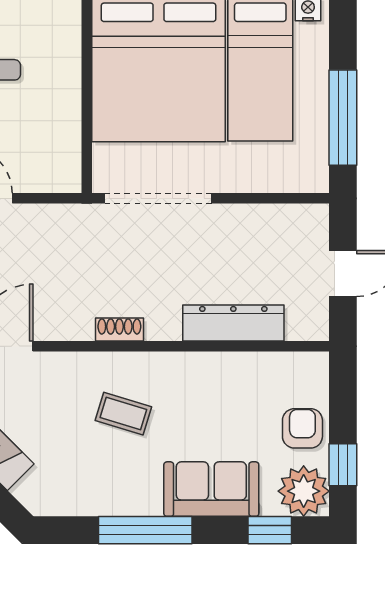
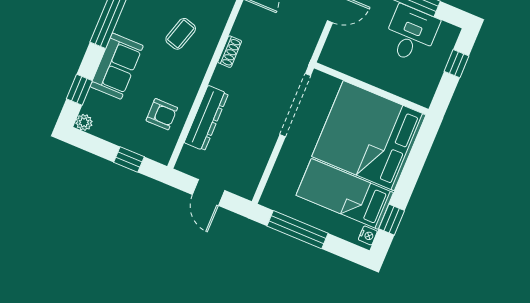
armchair: (302, 428) -> (162, 114), moved
window: (343, 465) -> (129, 159), moved
plant: (304, 491) -> (84, 122), width x0.53, depth x0.53

